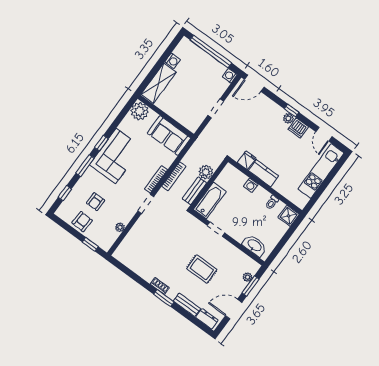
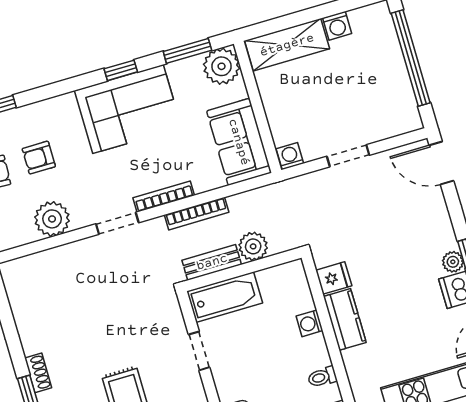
washing machine: (230, 76) -> (290, 156), moved
window: (85, 166) -> (187, 51), moved
plant: (120, 227) -> (52, 219), width x1.88, depth x1.88

